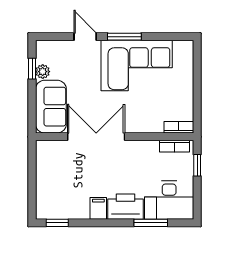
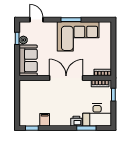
door: (85, 37) -> (37, 20), moved
double door: (96, 137) -> (66, 78), moved
printer: (126, 207) -> (76, 121), width x0.53, depth x0.68
filing cabinet: (98, 208) -> (45, 120), moved

